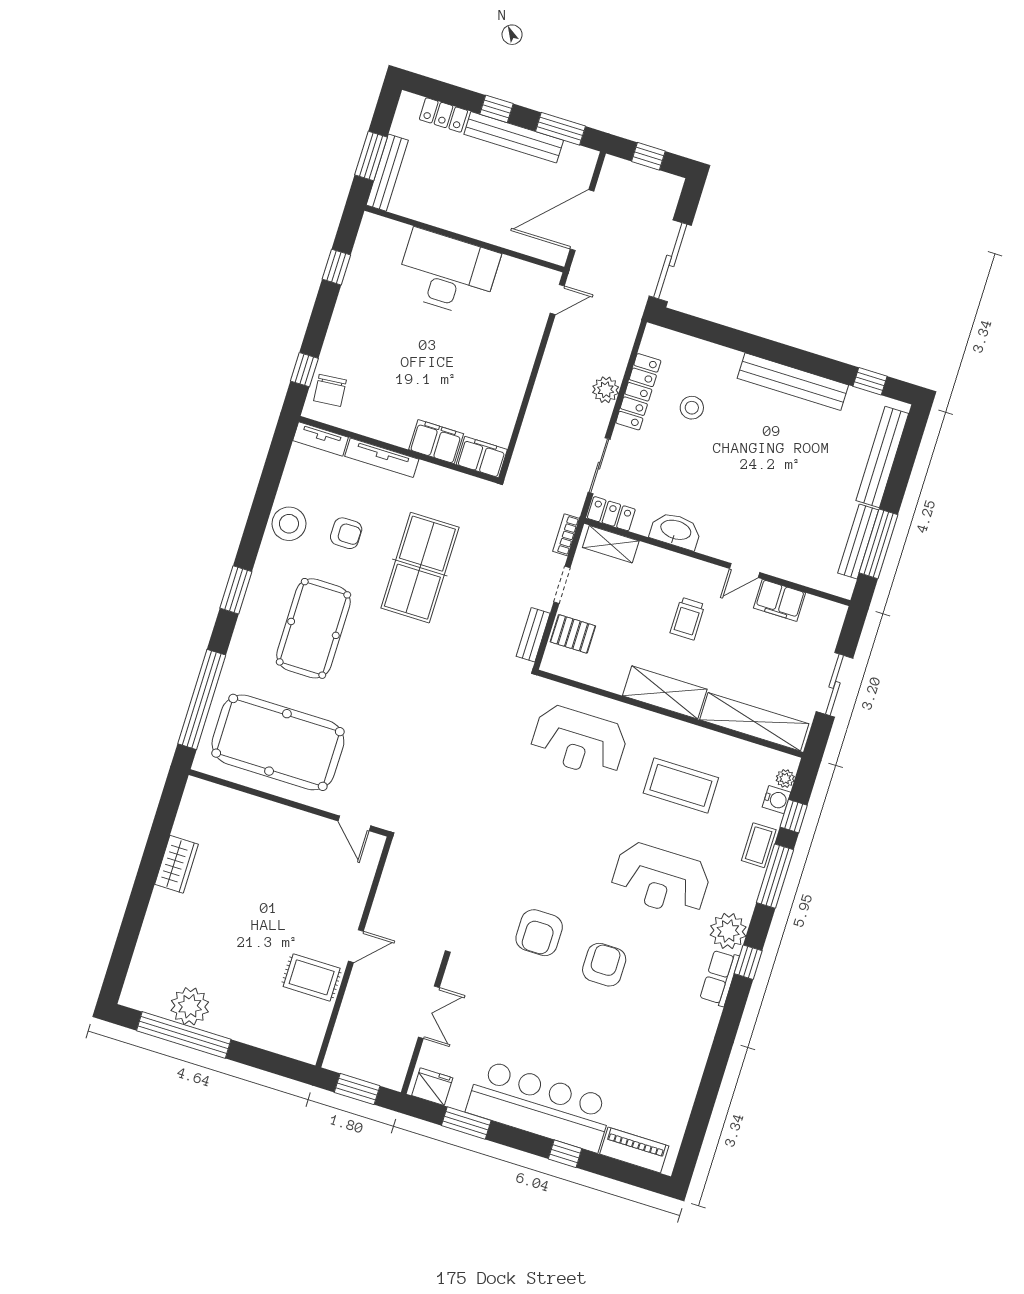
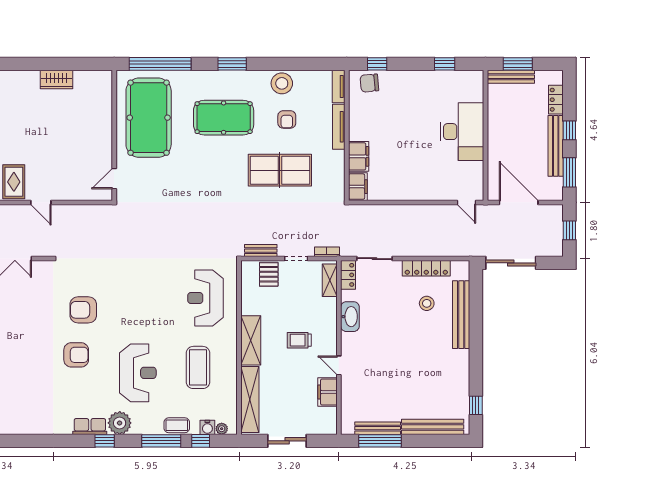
bench: (793, 382) -> (461, 315), moved
plant: (606, 390) -> (421, 248), removed
reception desk: (661, 879) -> (138, 373), turned 180

